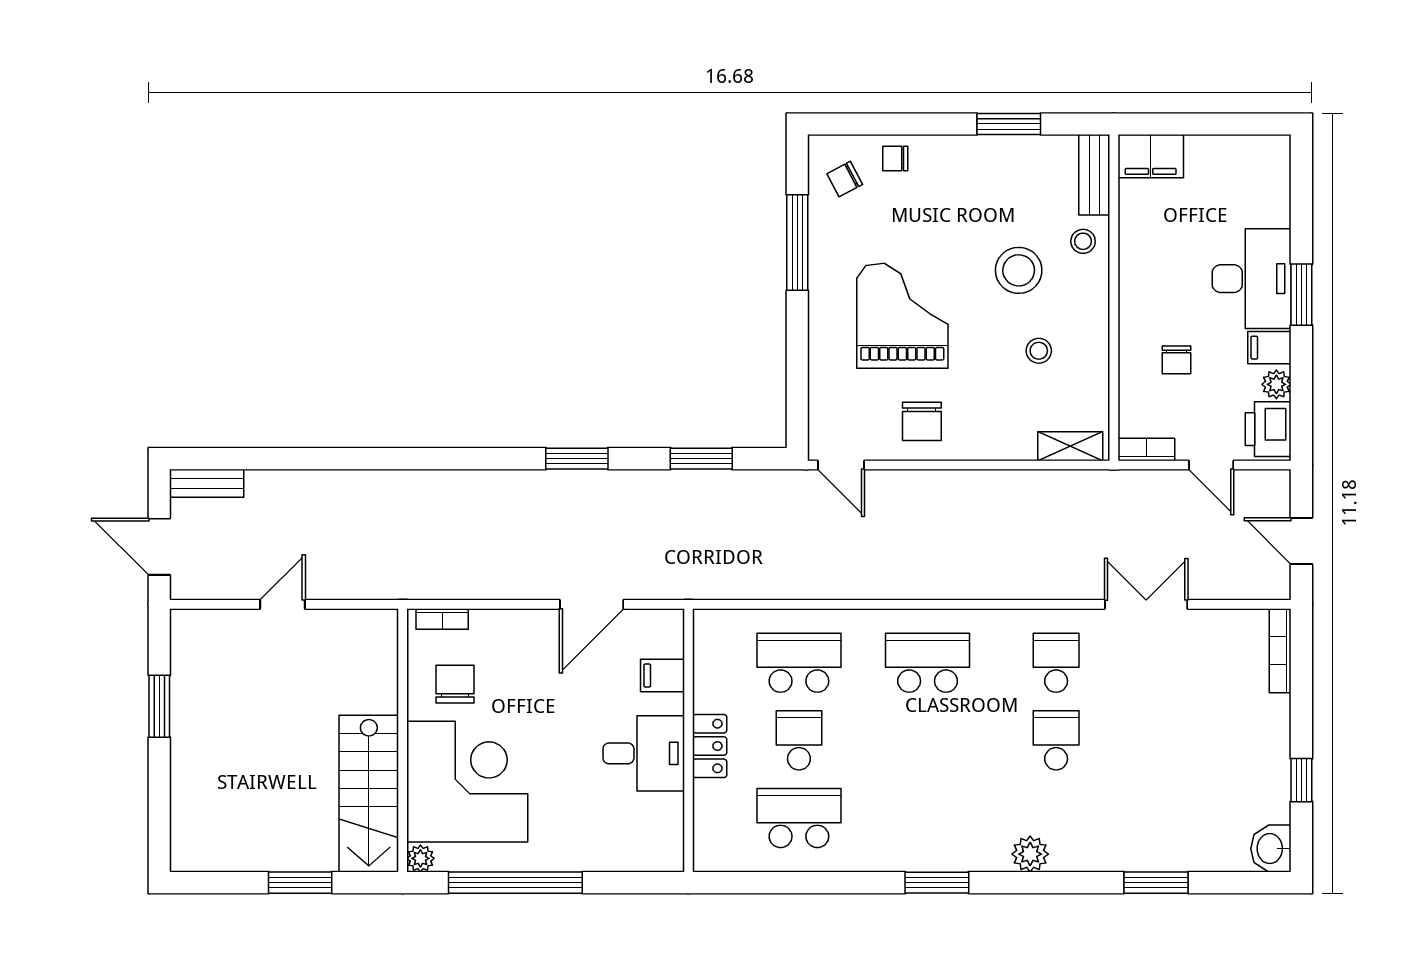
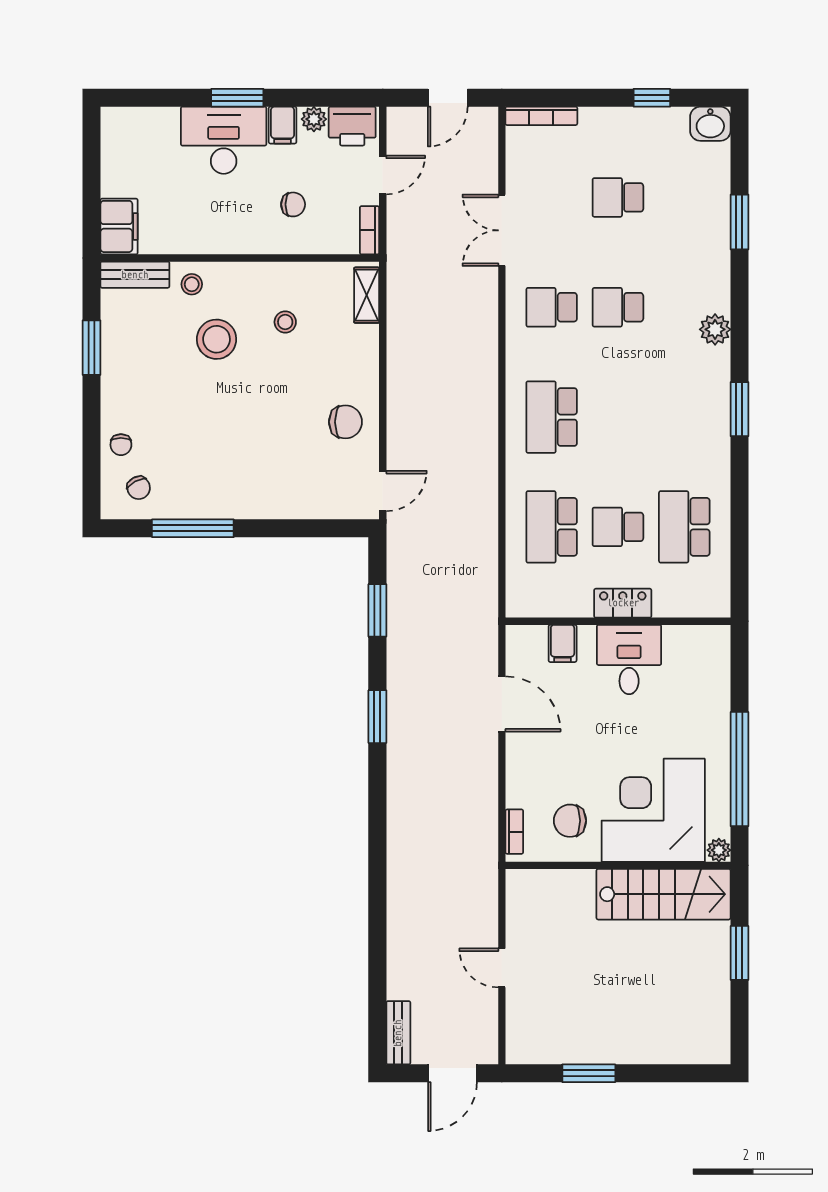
grand piano: (902, 316) -> (255, 439), removed
school desk: (1185, 740) -> (618, 197), added

